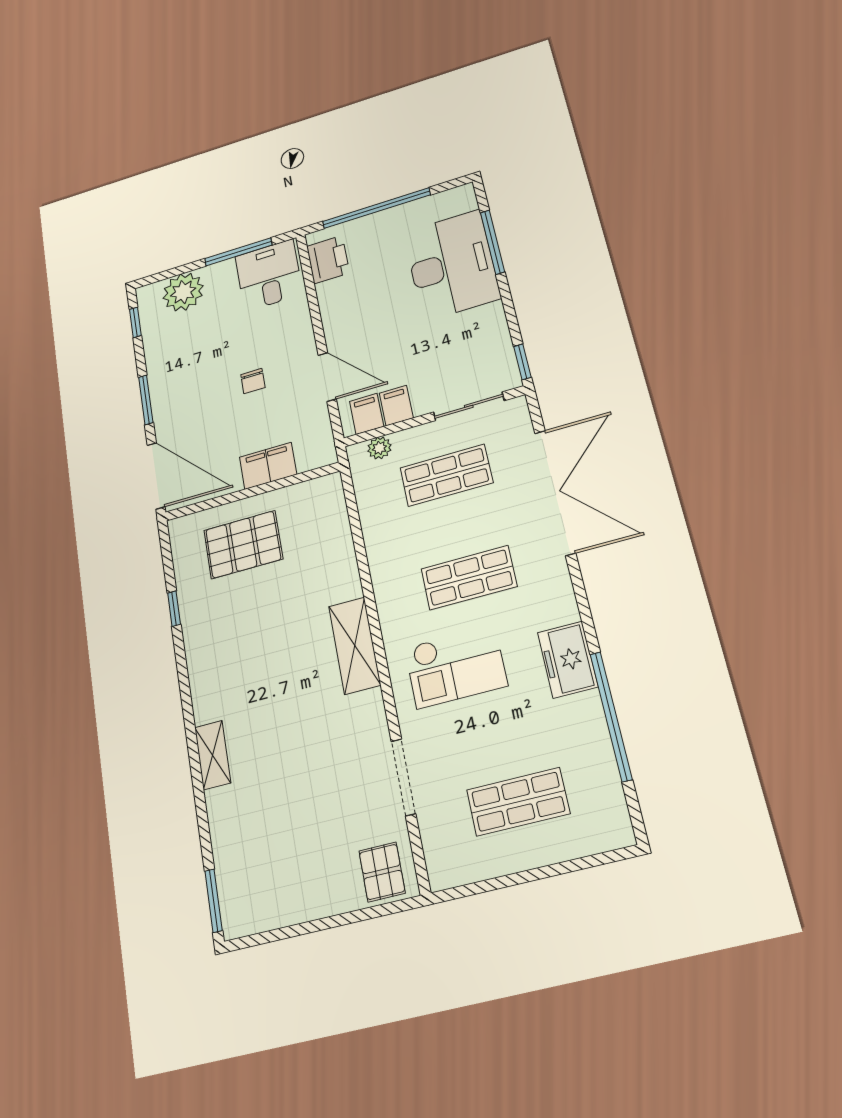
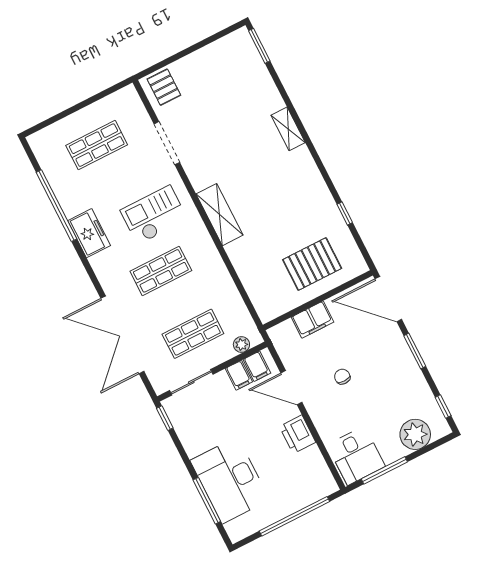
printer: (328, 260) -> (297, 434), moved

